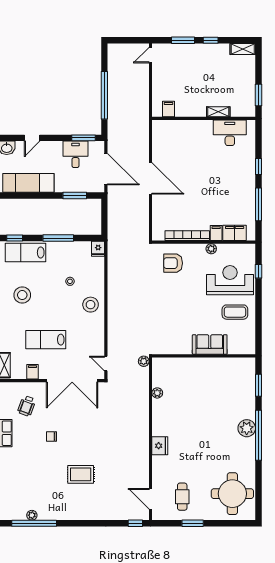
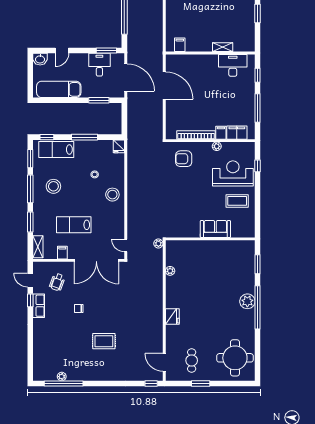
filing cabinet: (169, 109) -> (180, 45), moved
shelving: (218, 112) -> (223, 47), moved
wall: (204, 118) -> (210, 53), moved
desk: (230, 133) -> (233, 65), moved

